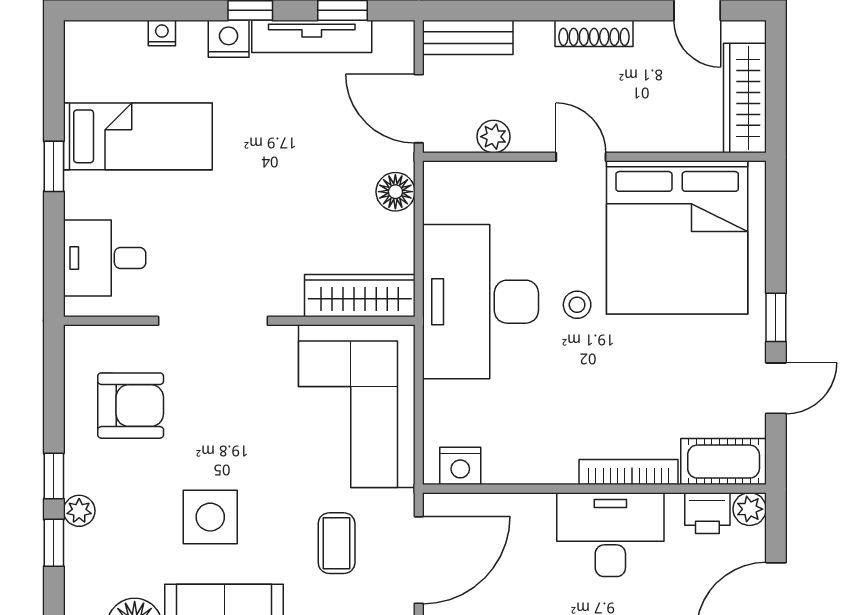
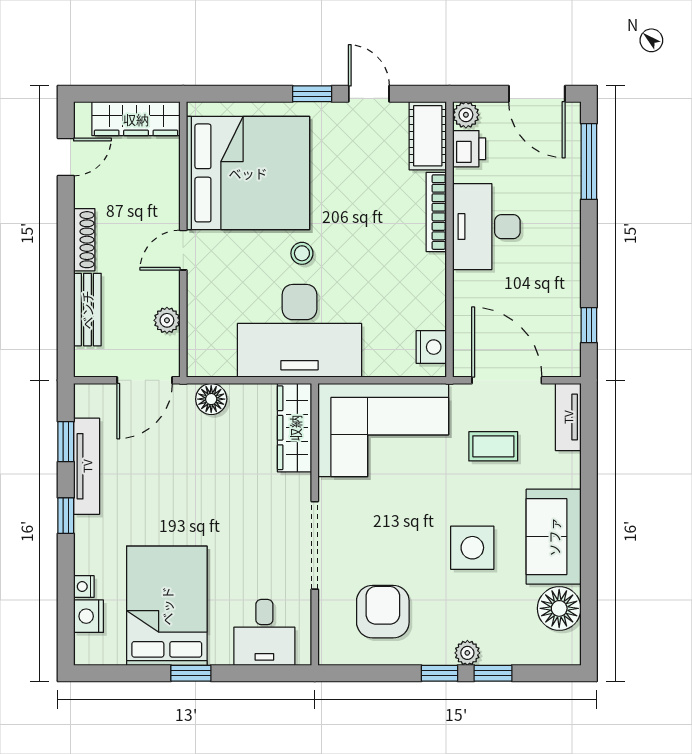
bench: (468, 37) -> (87, 310), moved
nightstand: (229, 39) -> (89, 616), moved
bed: (138, 136) -> (167, 606), width x1.50

